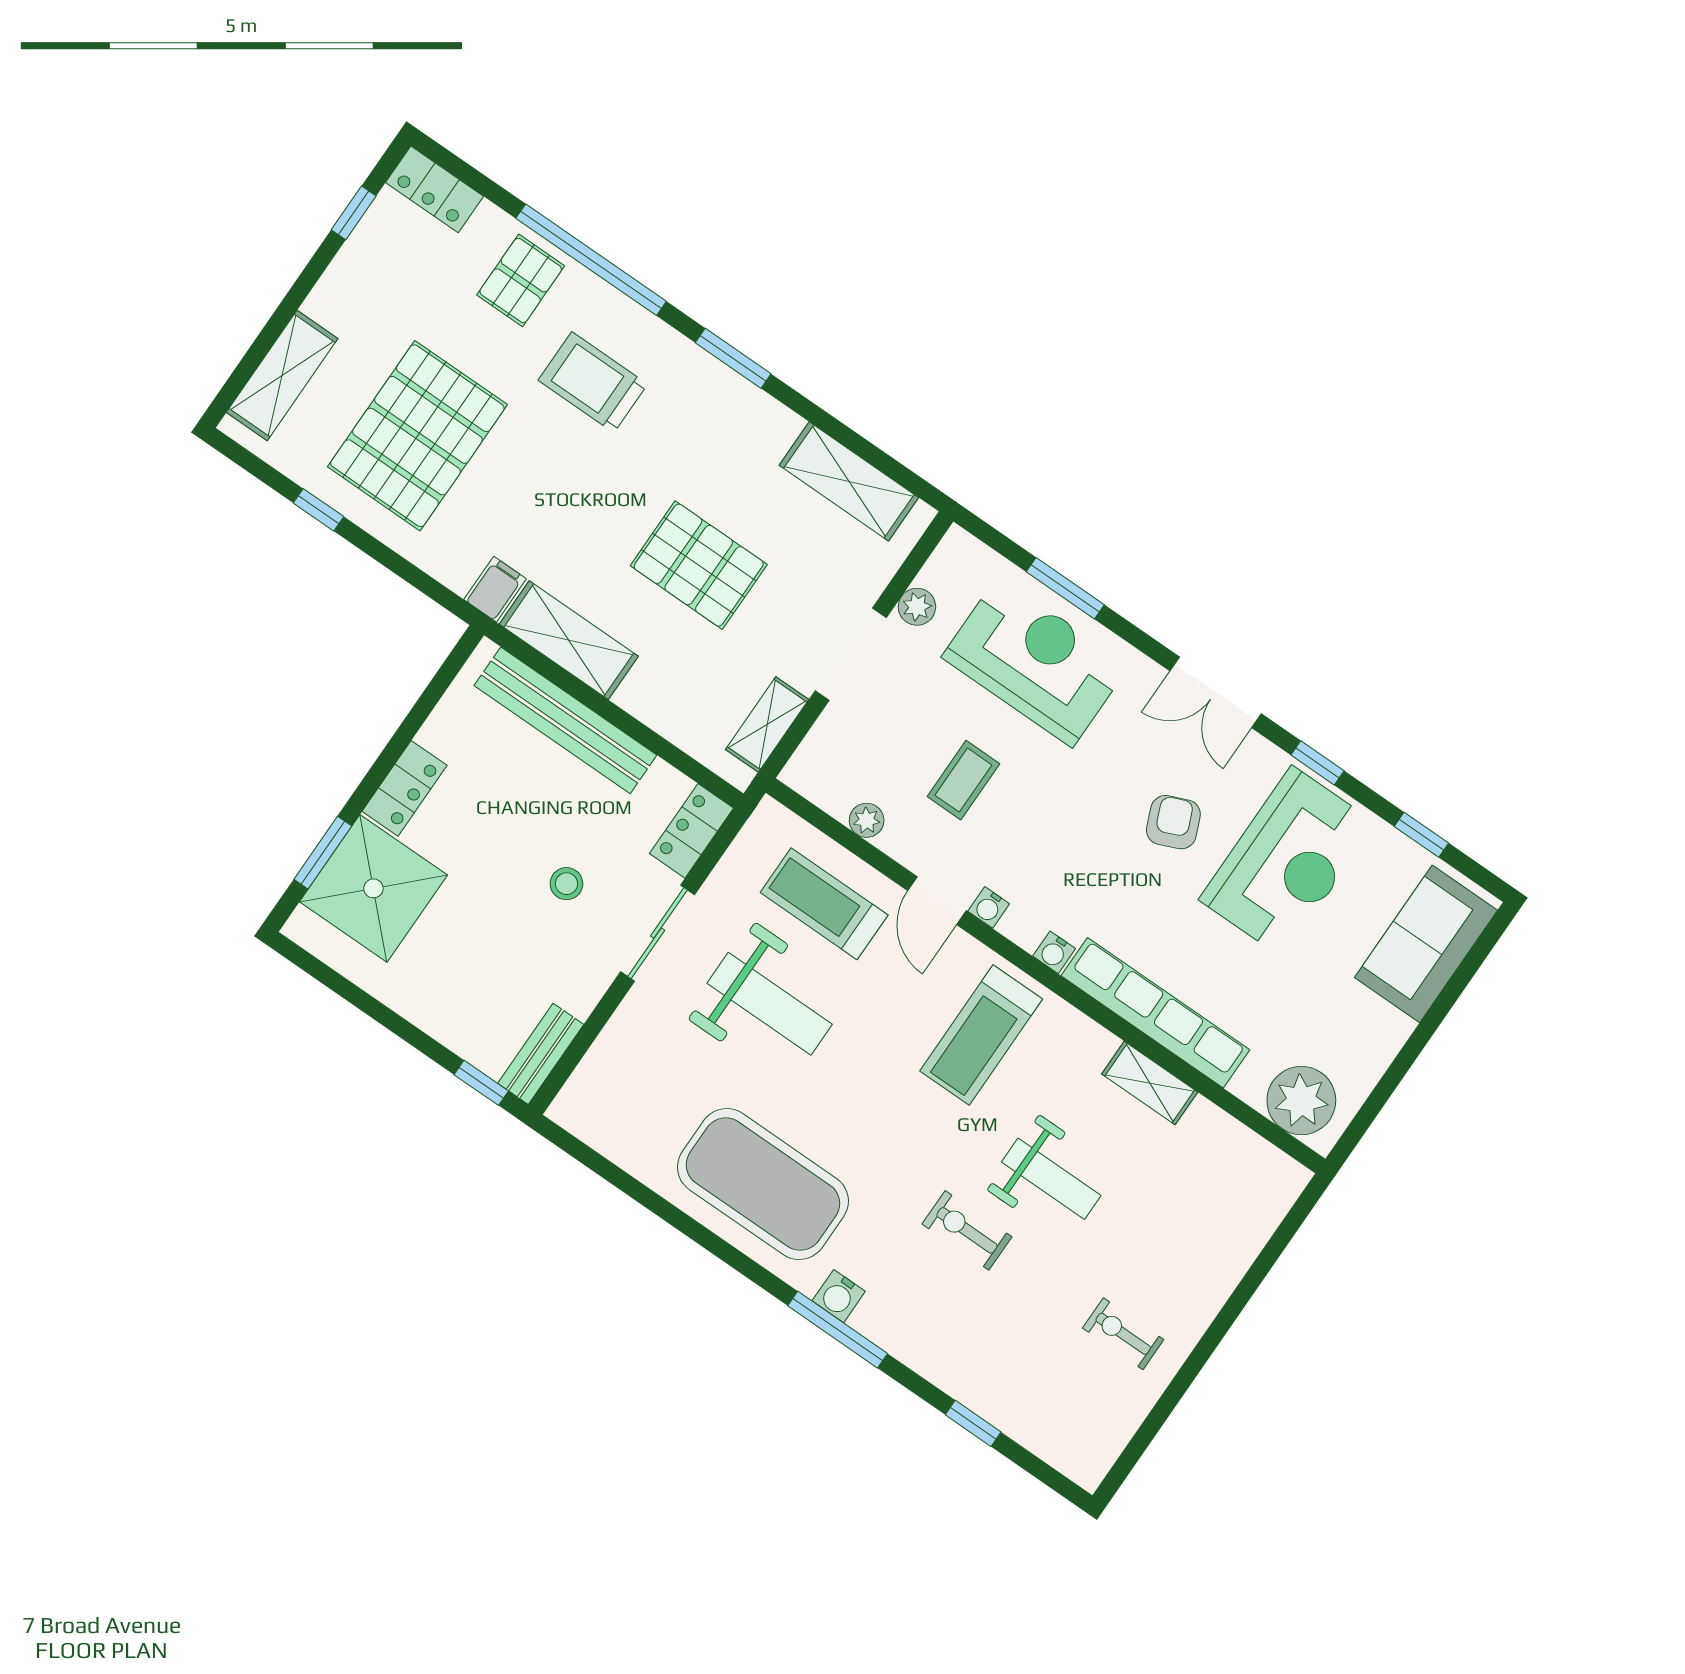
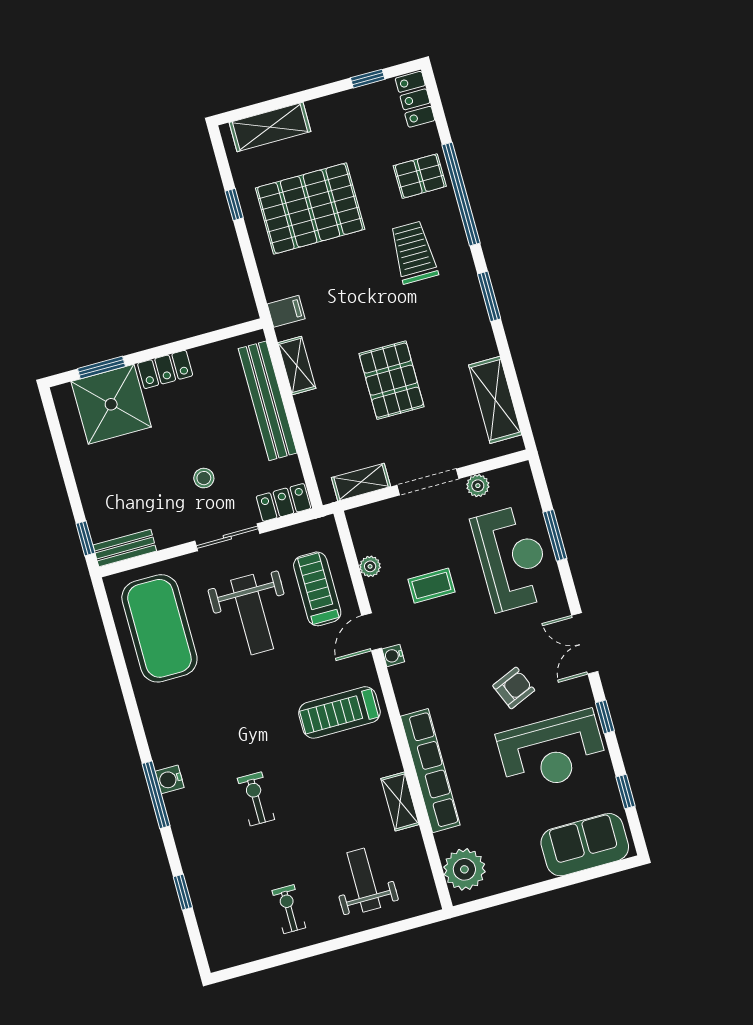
shelving: (569, 640) -> (297, 365), width x0.67, depth x0.75
water cooler: (1054, 952) -> (406, 702), removed
weight bench: (1051, 1179) -> (364, 880), moved, turned 180
exercise mat: (763, 1184) -> (159, 628), moved

